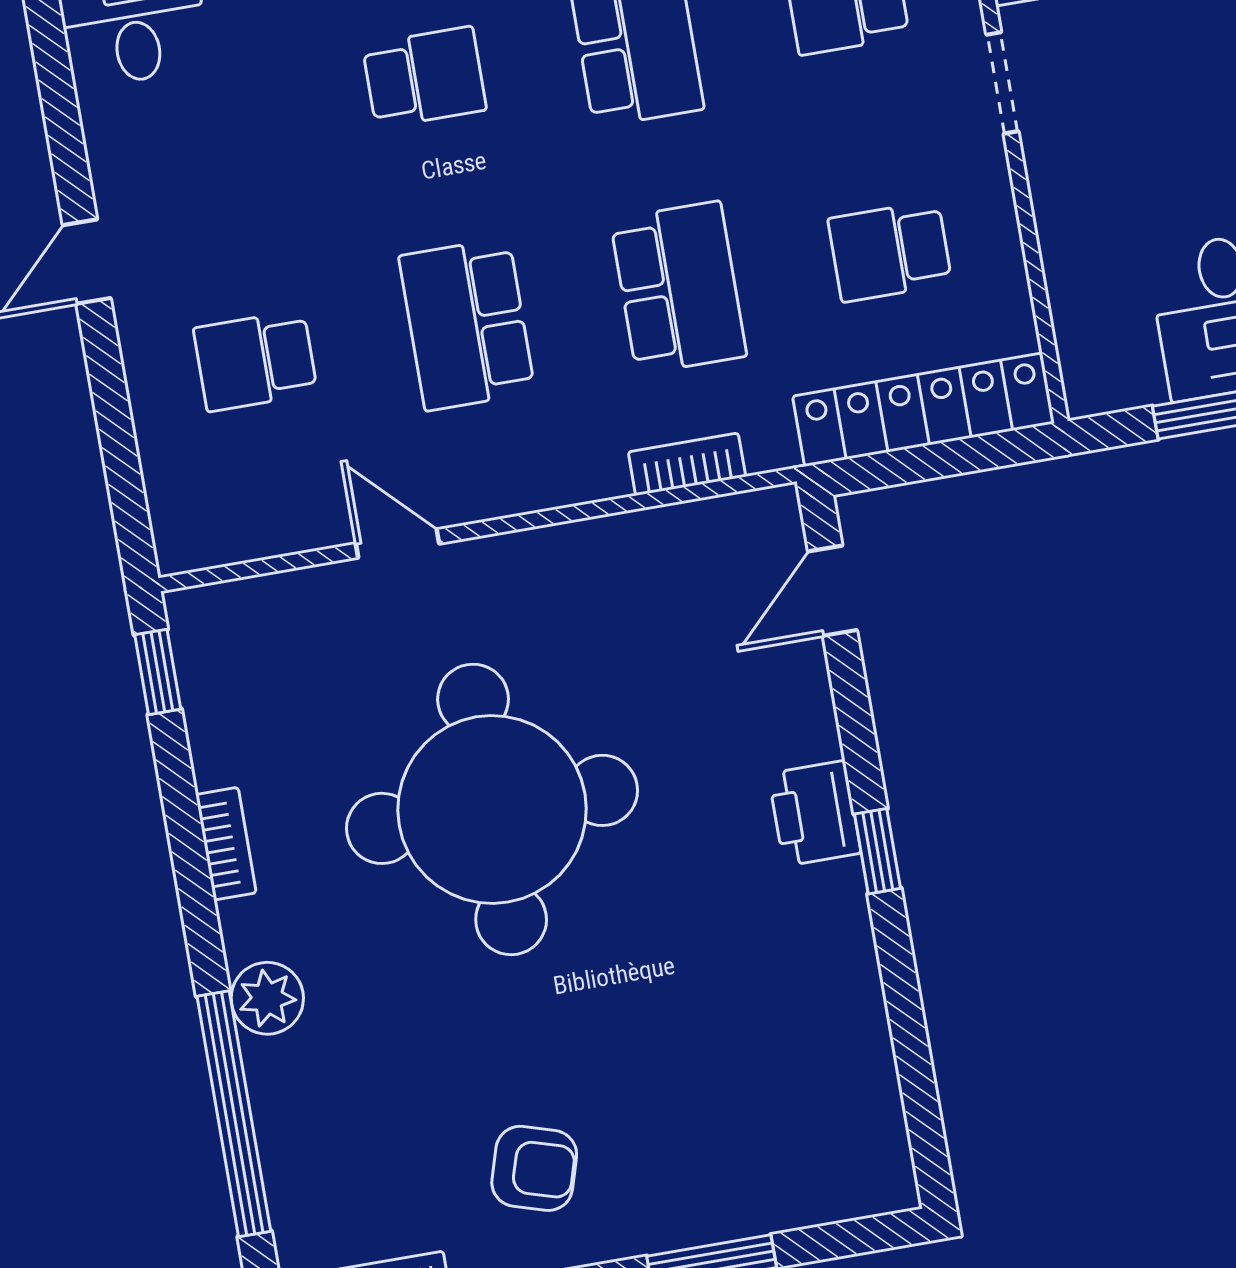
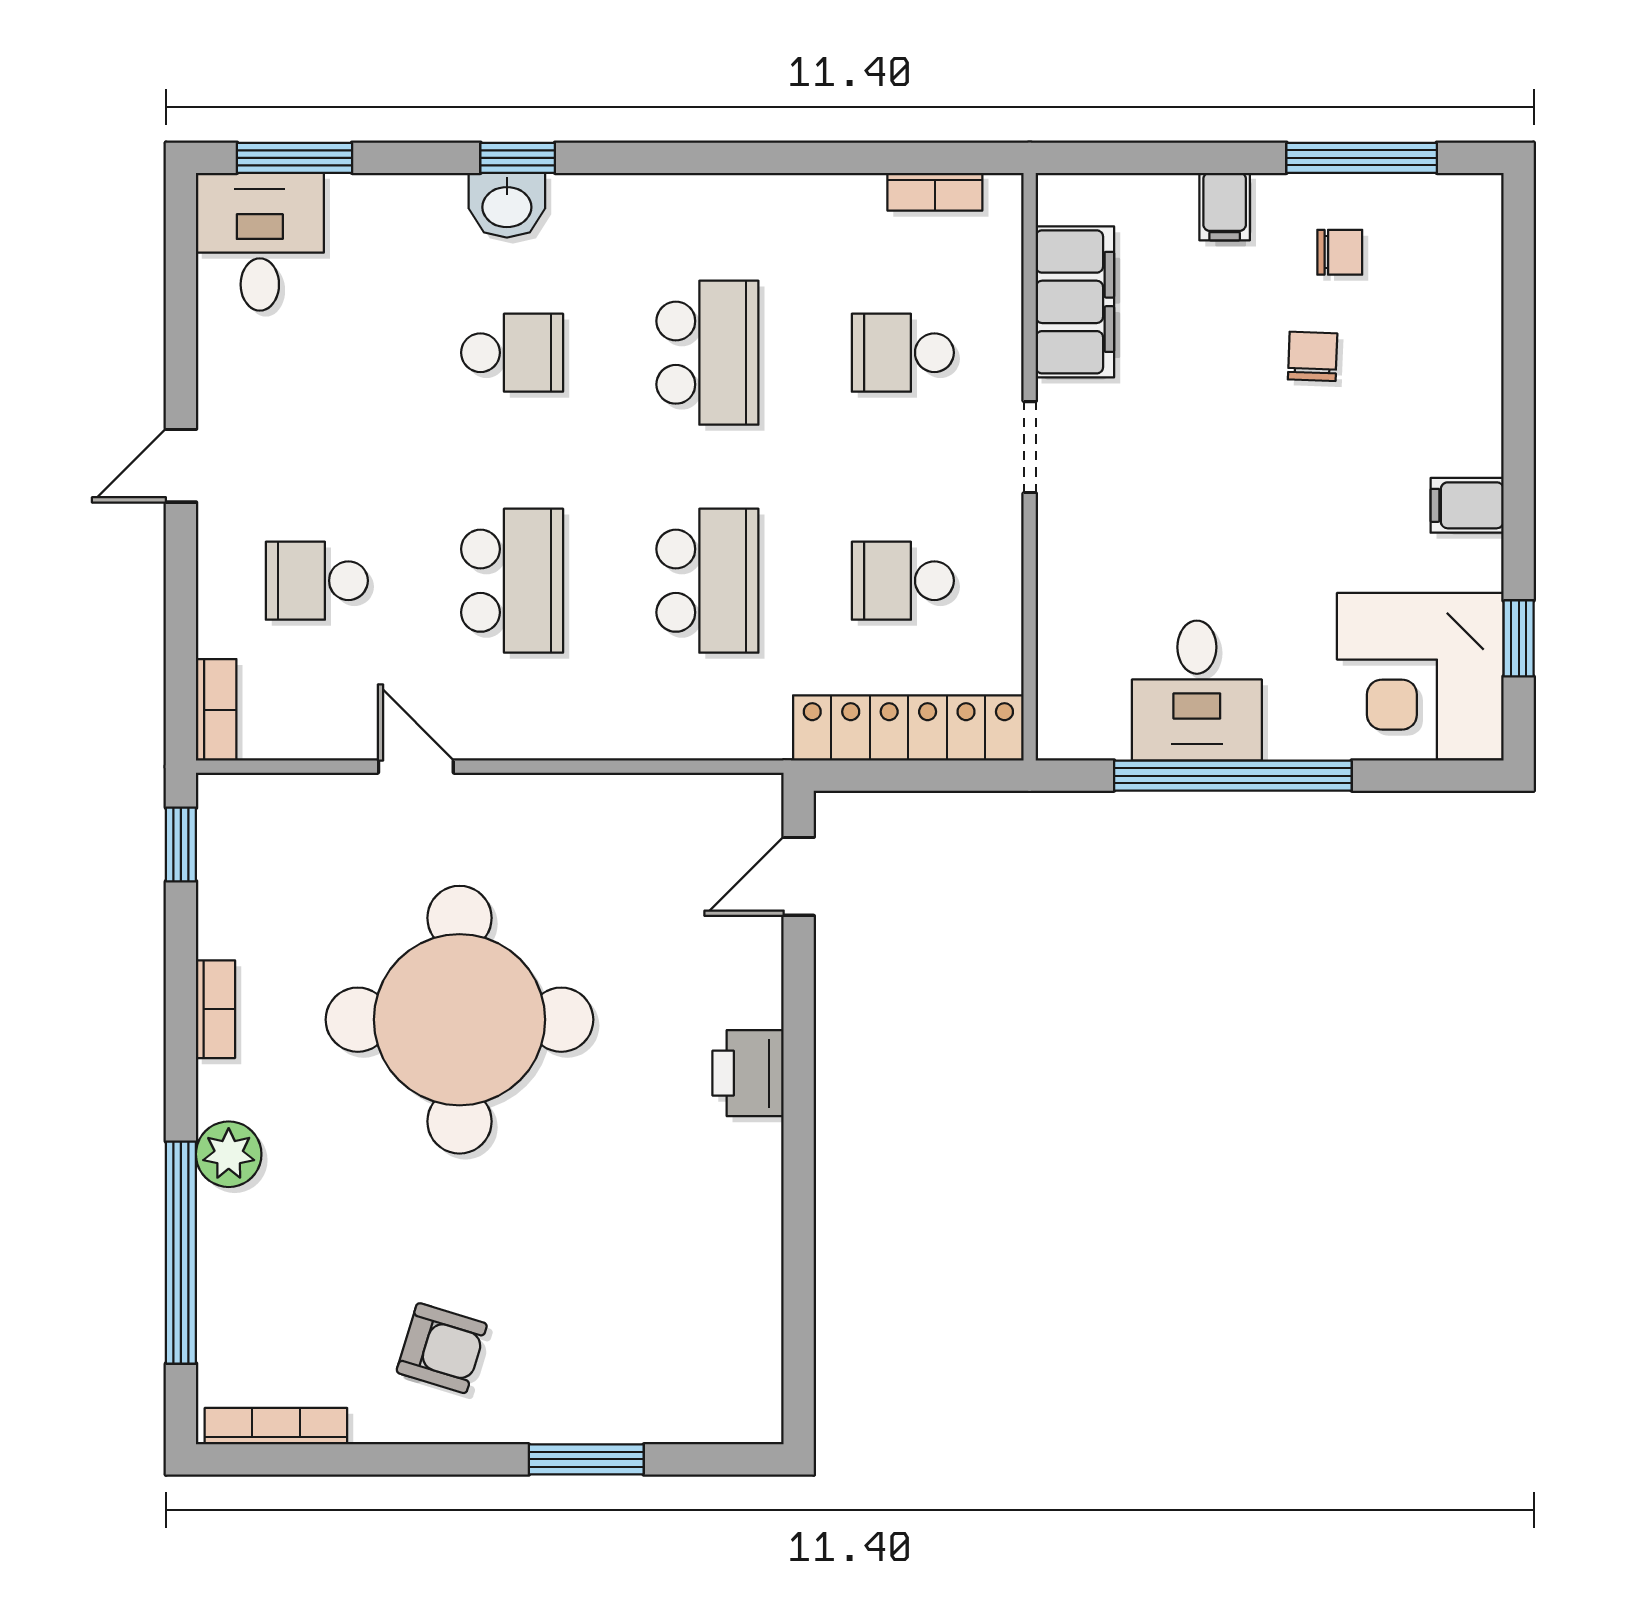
school desk: (467, 324) -> (512, 581), turned 180
bookcase: (687, 464) -> (216, 710), moved, turned 90
window: (878, 851) -> (799, 1117), removed

